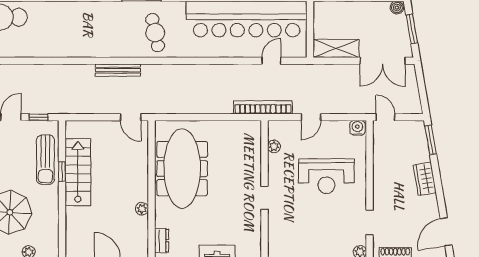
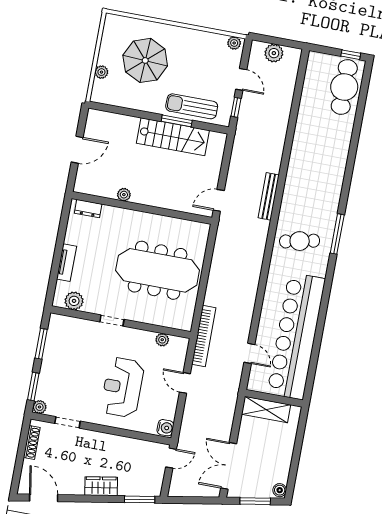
shelving: (336, 48) -> (266, 410), moved, turned 90
meeting table: (182, 169) -> (158, 270), moved
window: (62, 171) -> (177, 121), width x1.50
plant: (252, 238) -> (74, 301), added

